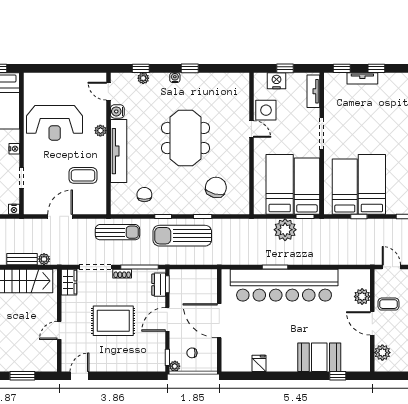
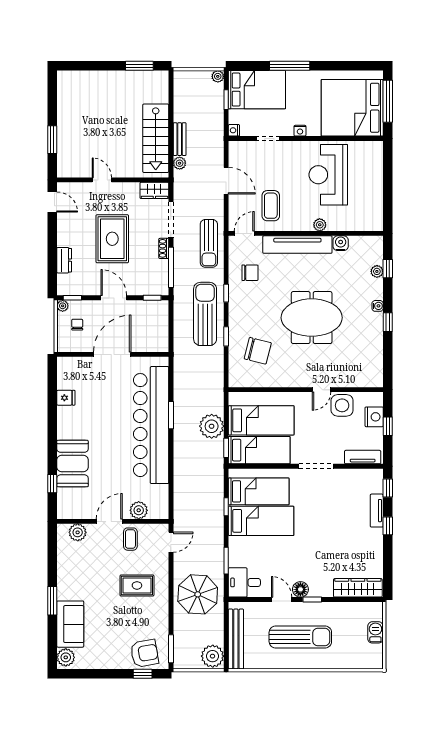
door: (108, 91) -> (244, 233), moved
dresser: (159, 285) -> (64, 260), moved, turned 90

